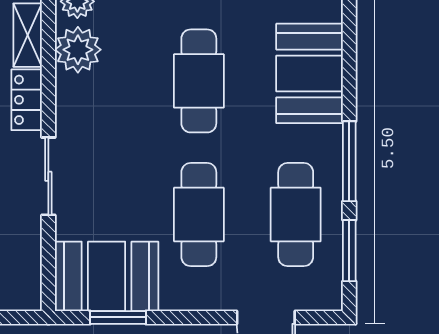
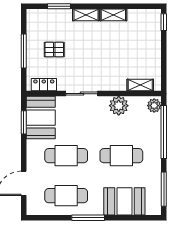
plant: (78, 50) -> (119, 106), moved
locker: (27, 100) -> (44, 85), moved
window: (349, 251) -> (51, 218), removed

